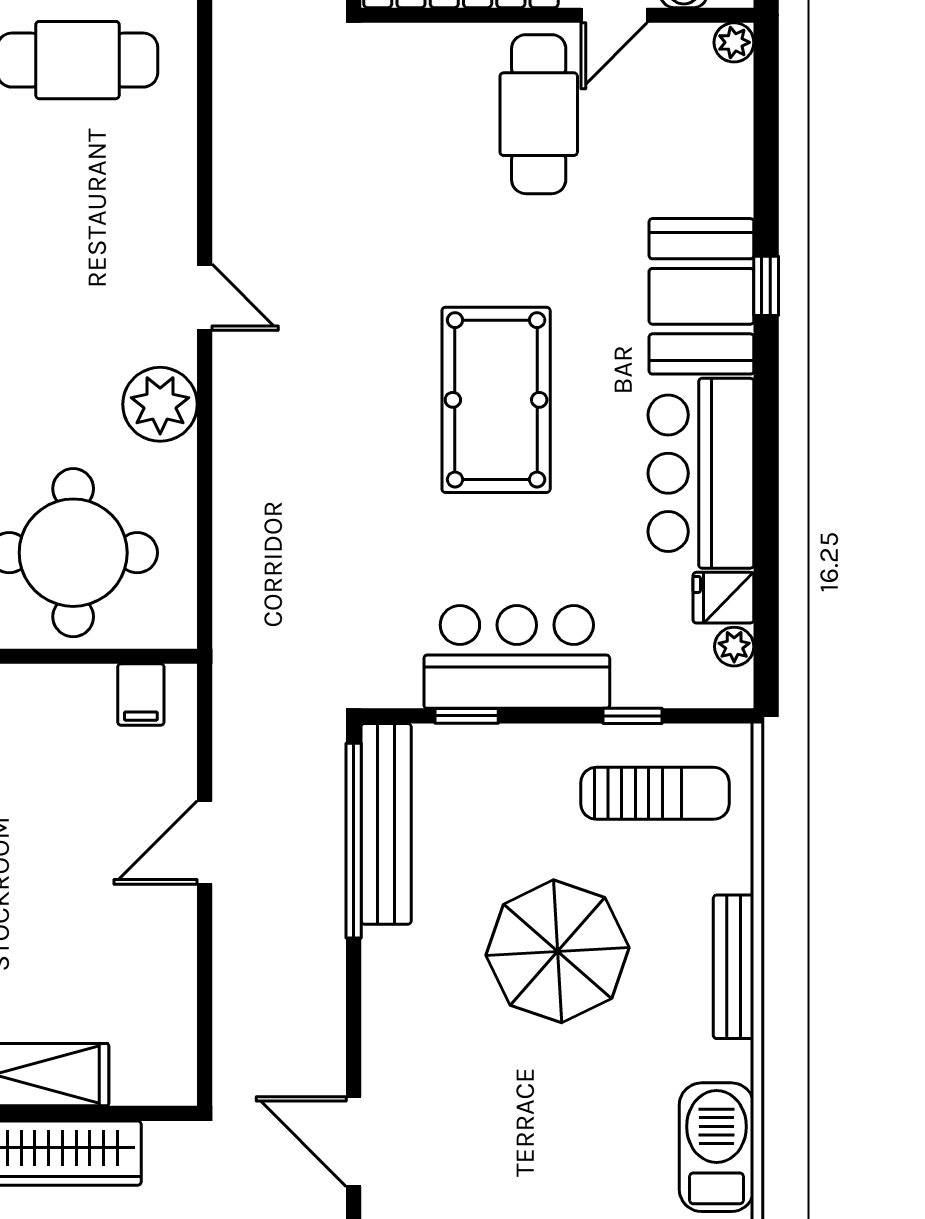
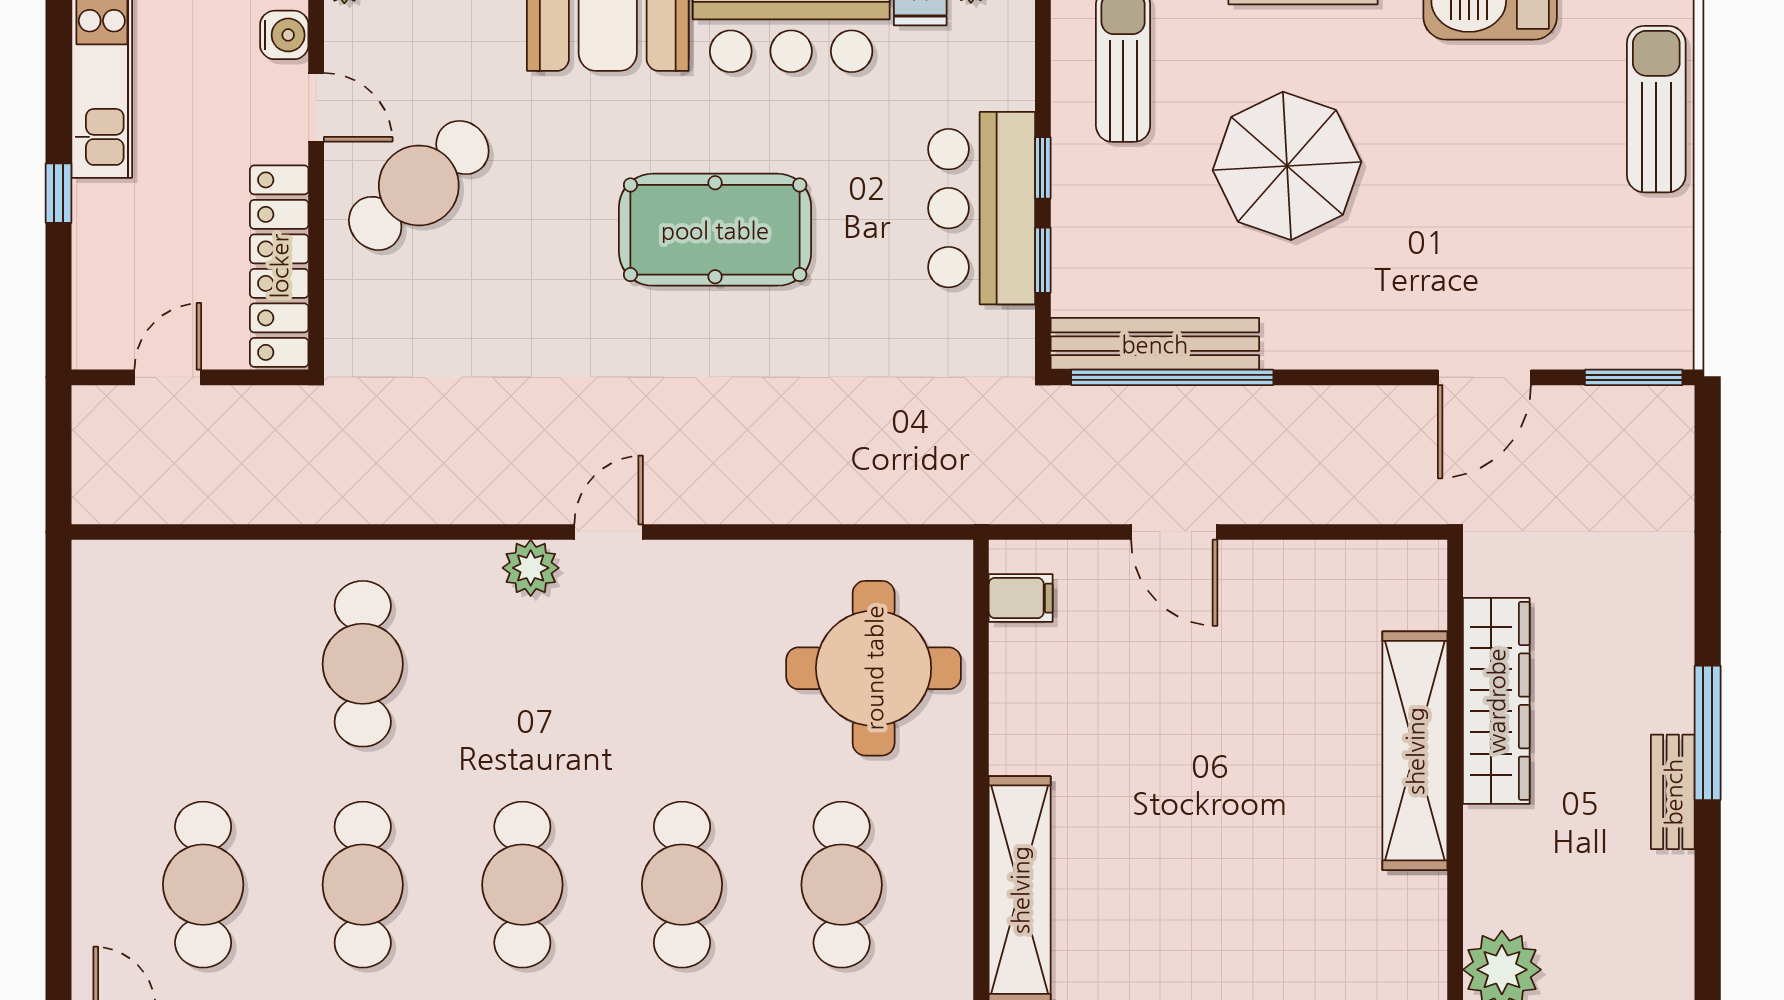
cafe table: (539, 114) -> (419, 185), turned -41
plant: (160, 404) -> (531, 568), moved, width x0.73, depth x0.73
window: (633, 716) -> (1043, 168), moved

